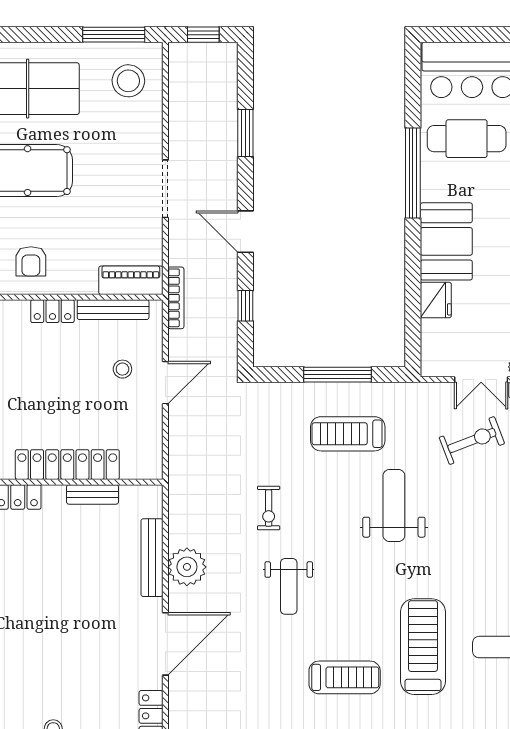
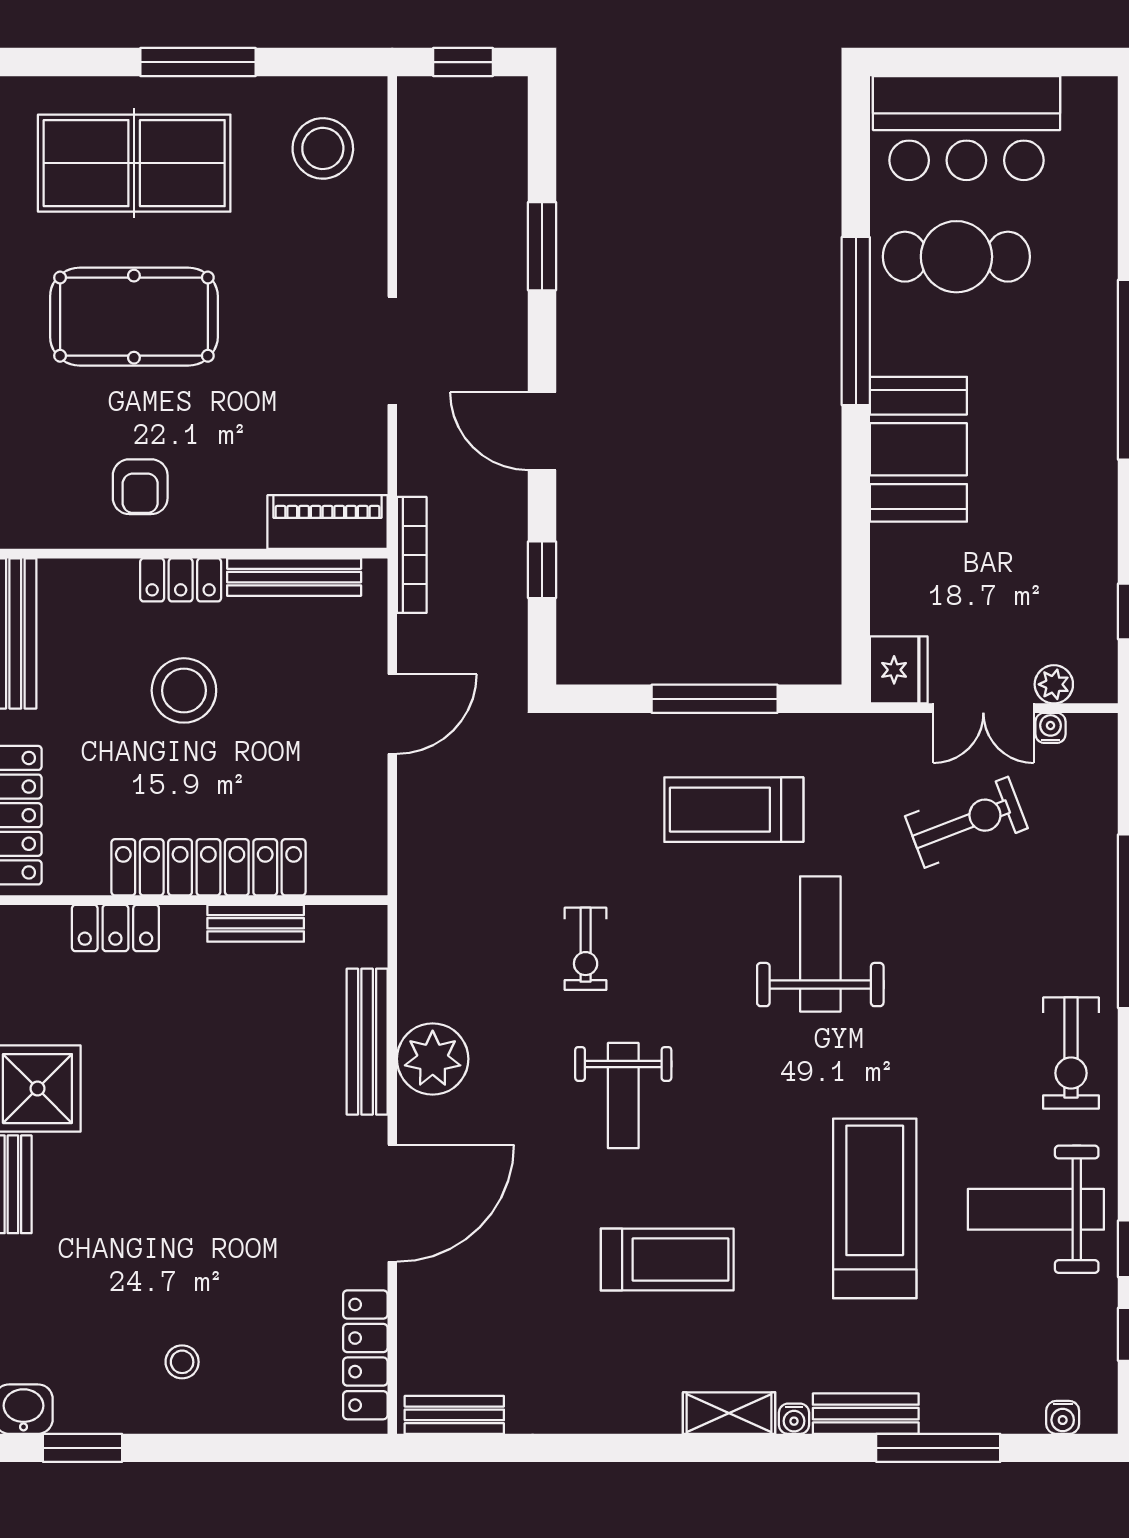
window: (114, 35) -> (198, 62), moved
fridge: (436, 300) -> (899, 670), moved
stool: (122, 369) -> (184, 690), moved, width x1.89, depth x1.89
treadmill: (345, 677) -> (667, 1259), moved

